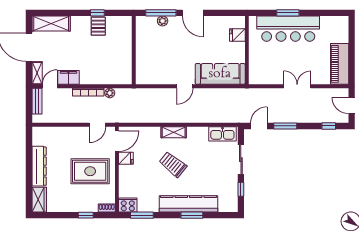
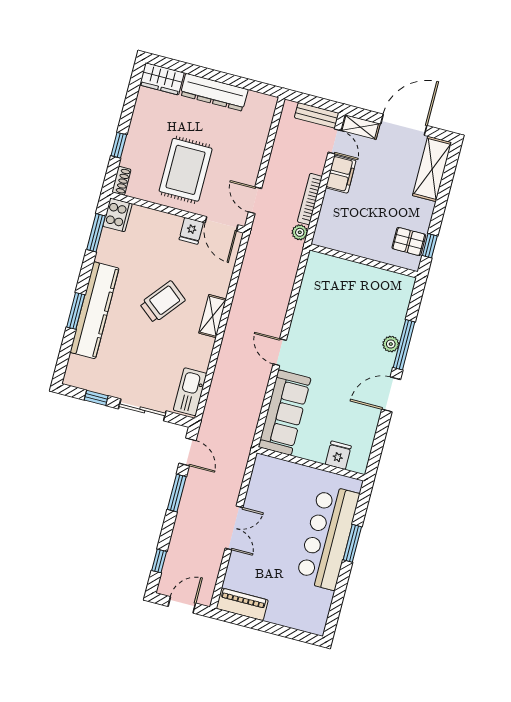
wall: (134, 50) -> (364, 261), moved
piano: (340, 64) -> (242, 604), width x0.73, depth x0.75

